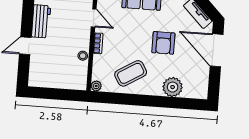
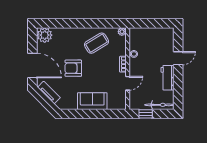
door: (94, 18) -> (128, 83), swing flipped
armchair: (163, 43) -> (73, 68), turned -90
plant: (173, 87) -> (45, 35), moved

